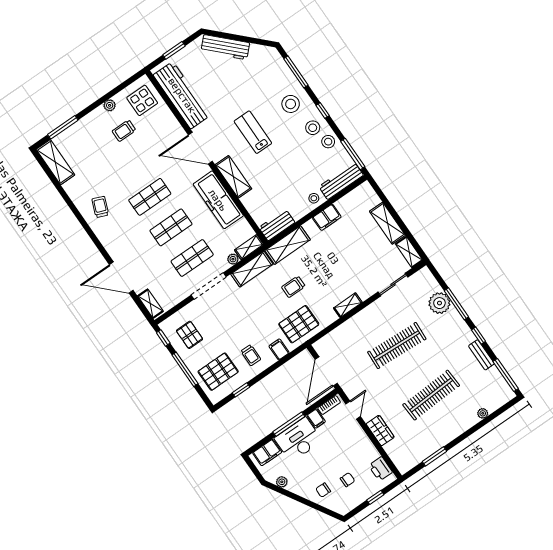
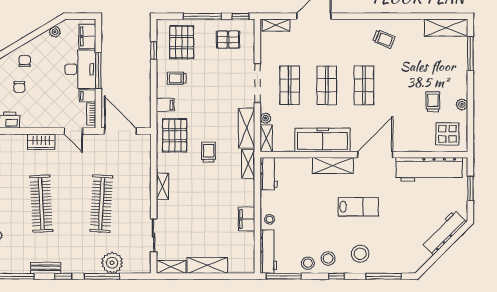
shelving: (288, 245) -> (248, 164), width x0.67, depth x0.75

